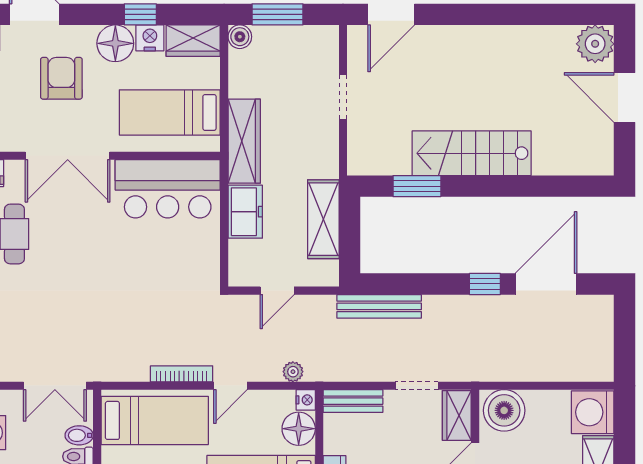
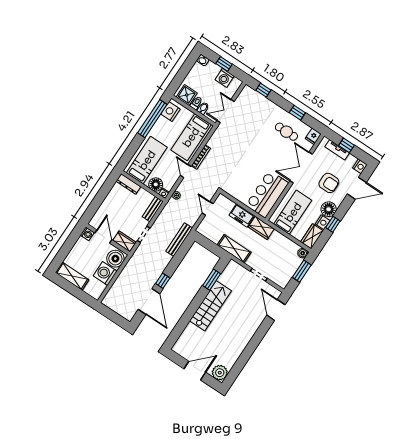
wardrobe: (244, 141) -> (261, 228), width x0.67
shelving: (323, 219) -> (234, 249), moved
washing machine: (593, 412) -> (105, 274), moved, turned -90

